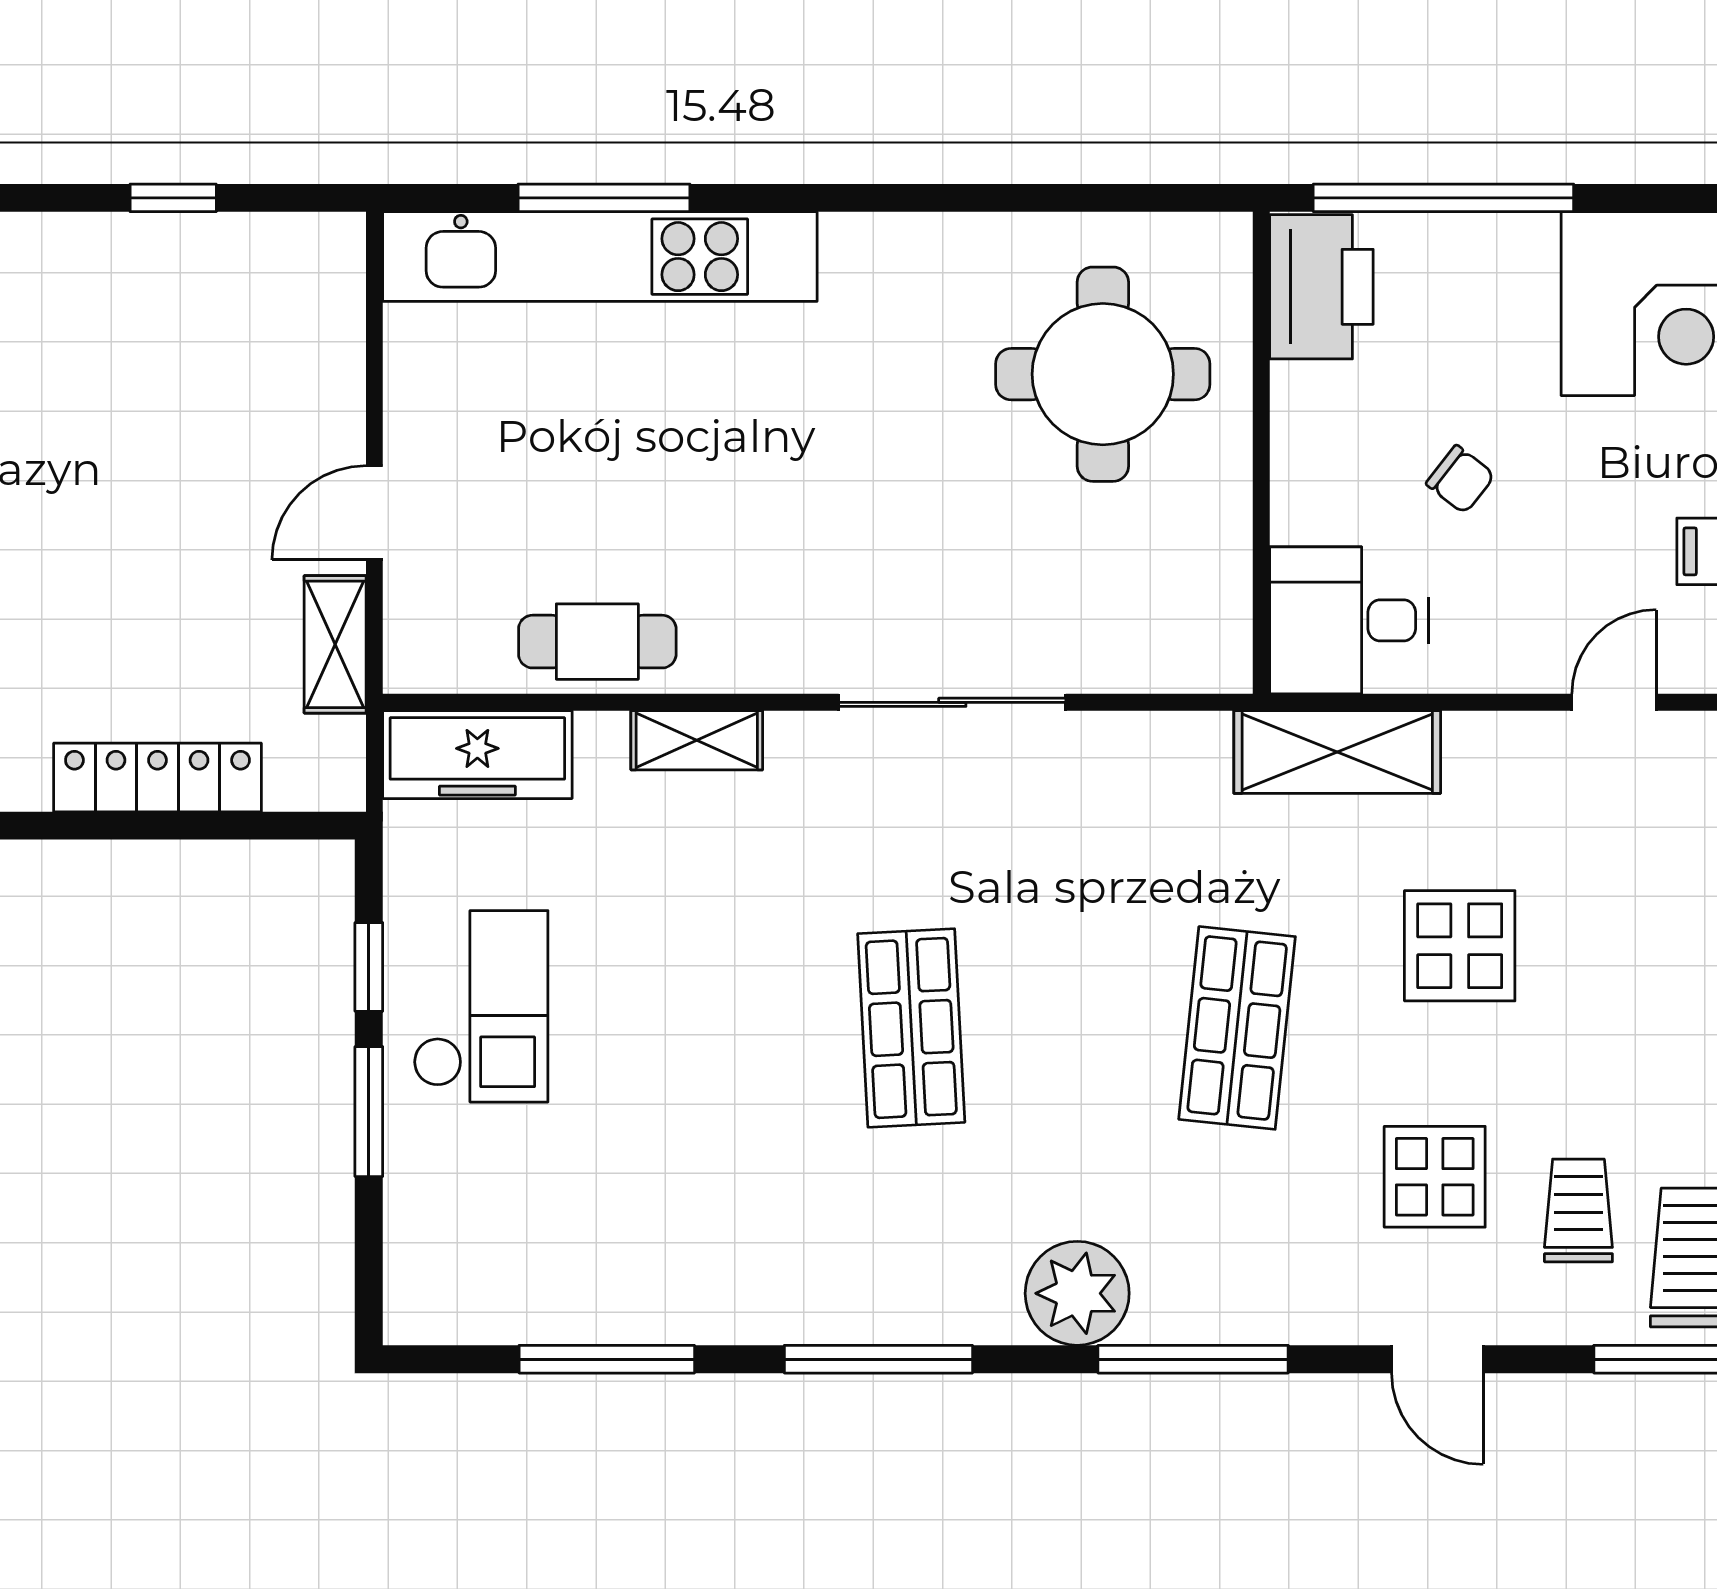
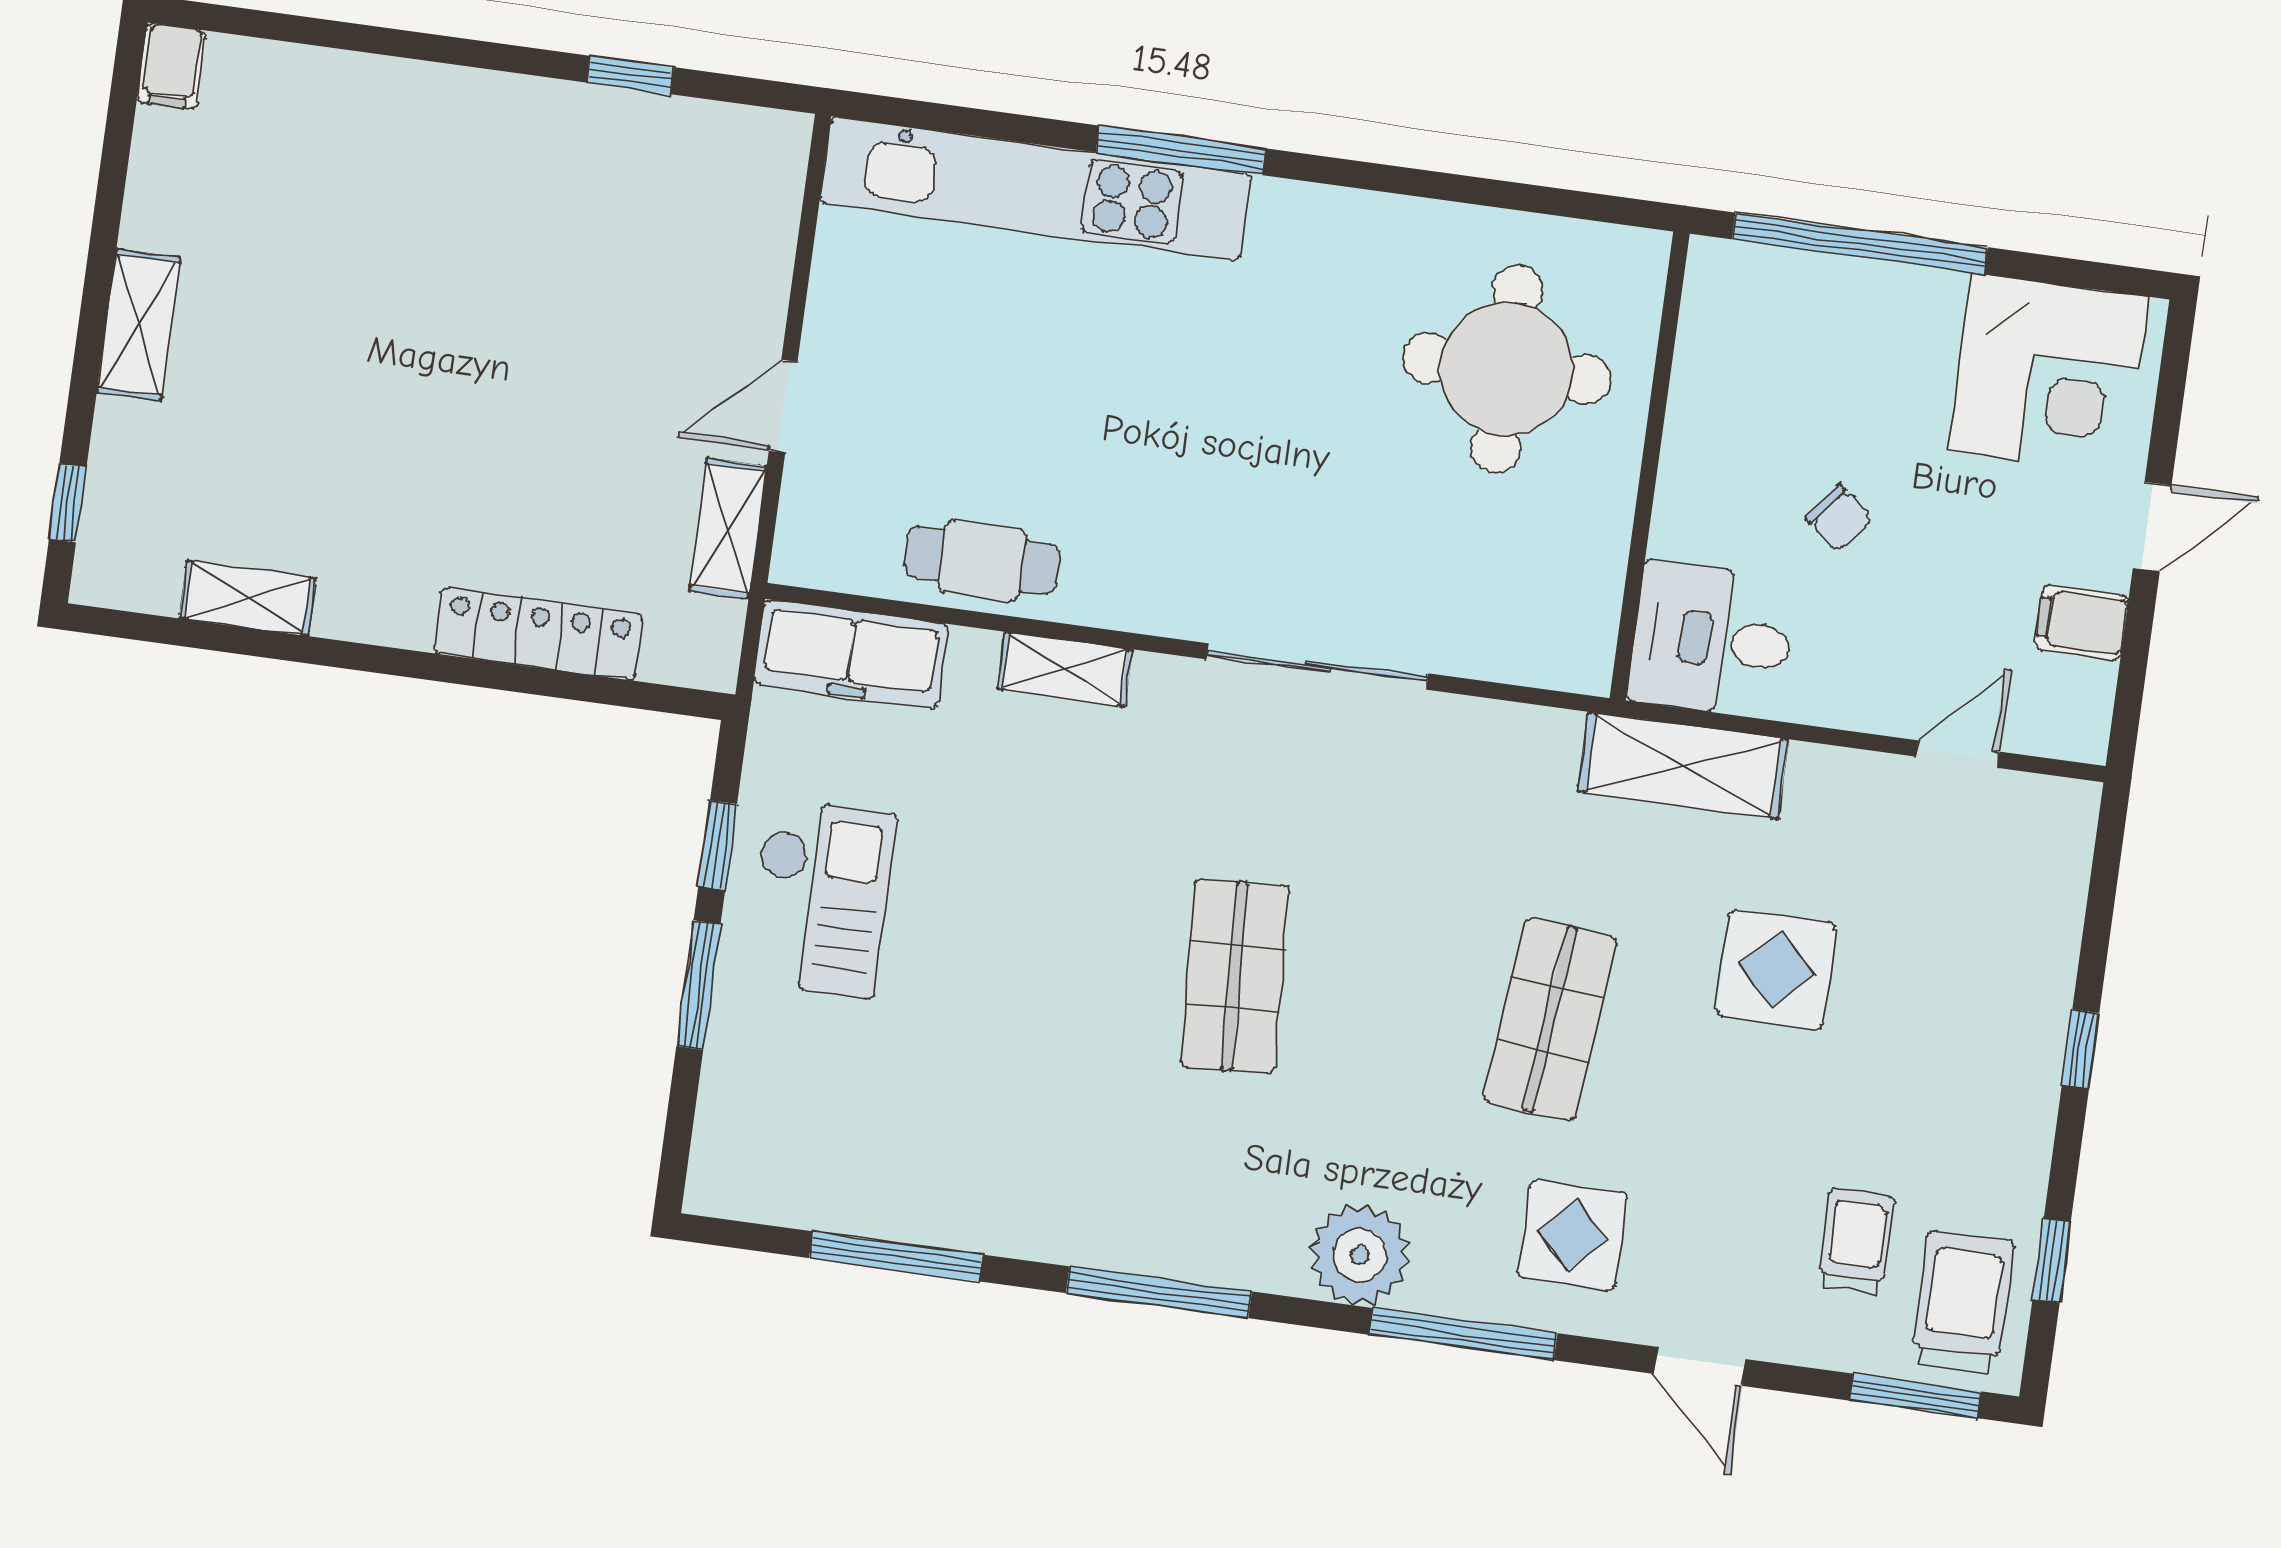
window: (604, 198) -> (1181, 150), moved
printer: (1321, 287) -> (1730, 313), removed
display table: (1435, 1177) -> (1573, 1235), moved

